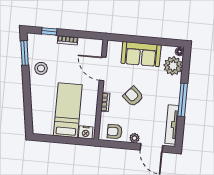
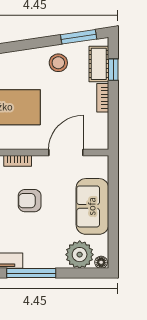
cot: (44, 41) -> (99, 64), added
armchair: (133, 96) -> (30, 201), turned -132

